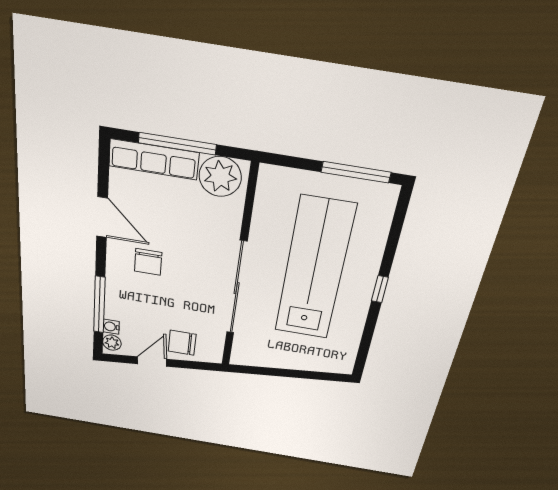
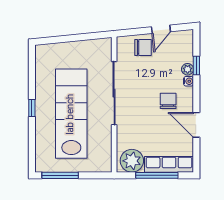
lab bench: (314, 270) -> (71, 114), turned 180
window: (99, 305) -> (196, 65), width x0.46
water cooler: (111, 327) -> (188, 81), moved
plant: (112, 343) -> (188, 69), moved

